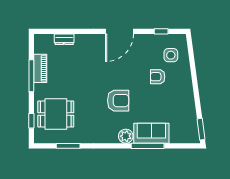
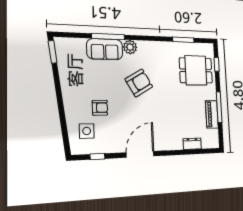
armchair: (118, 101) -> (139, 83), turned 150

